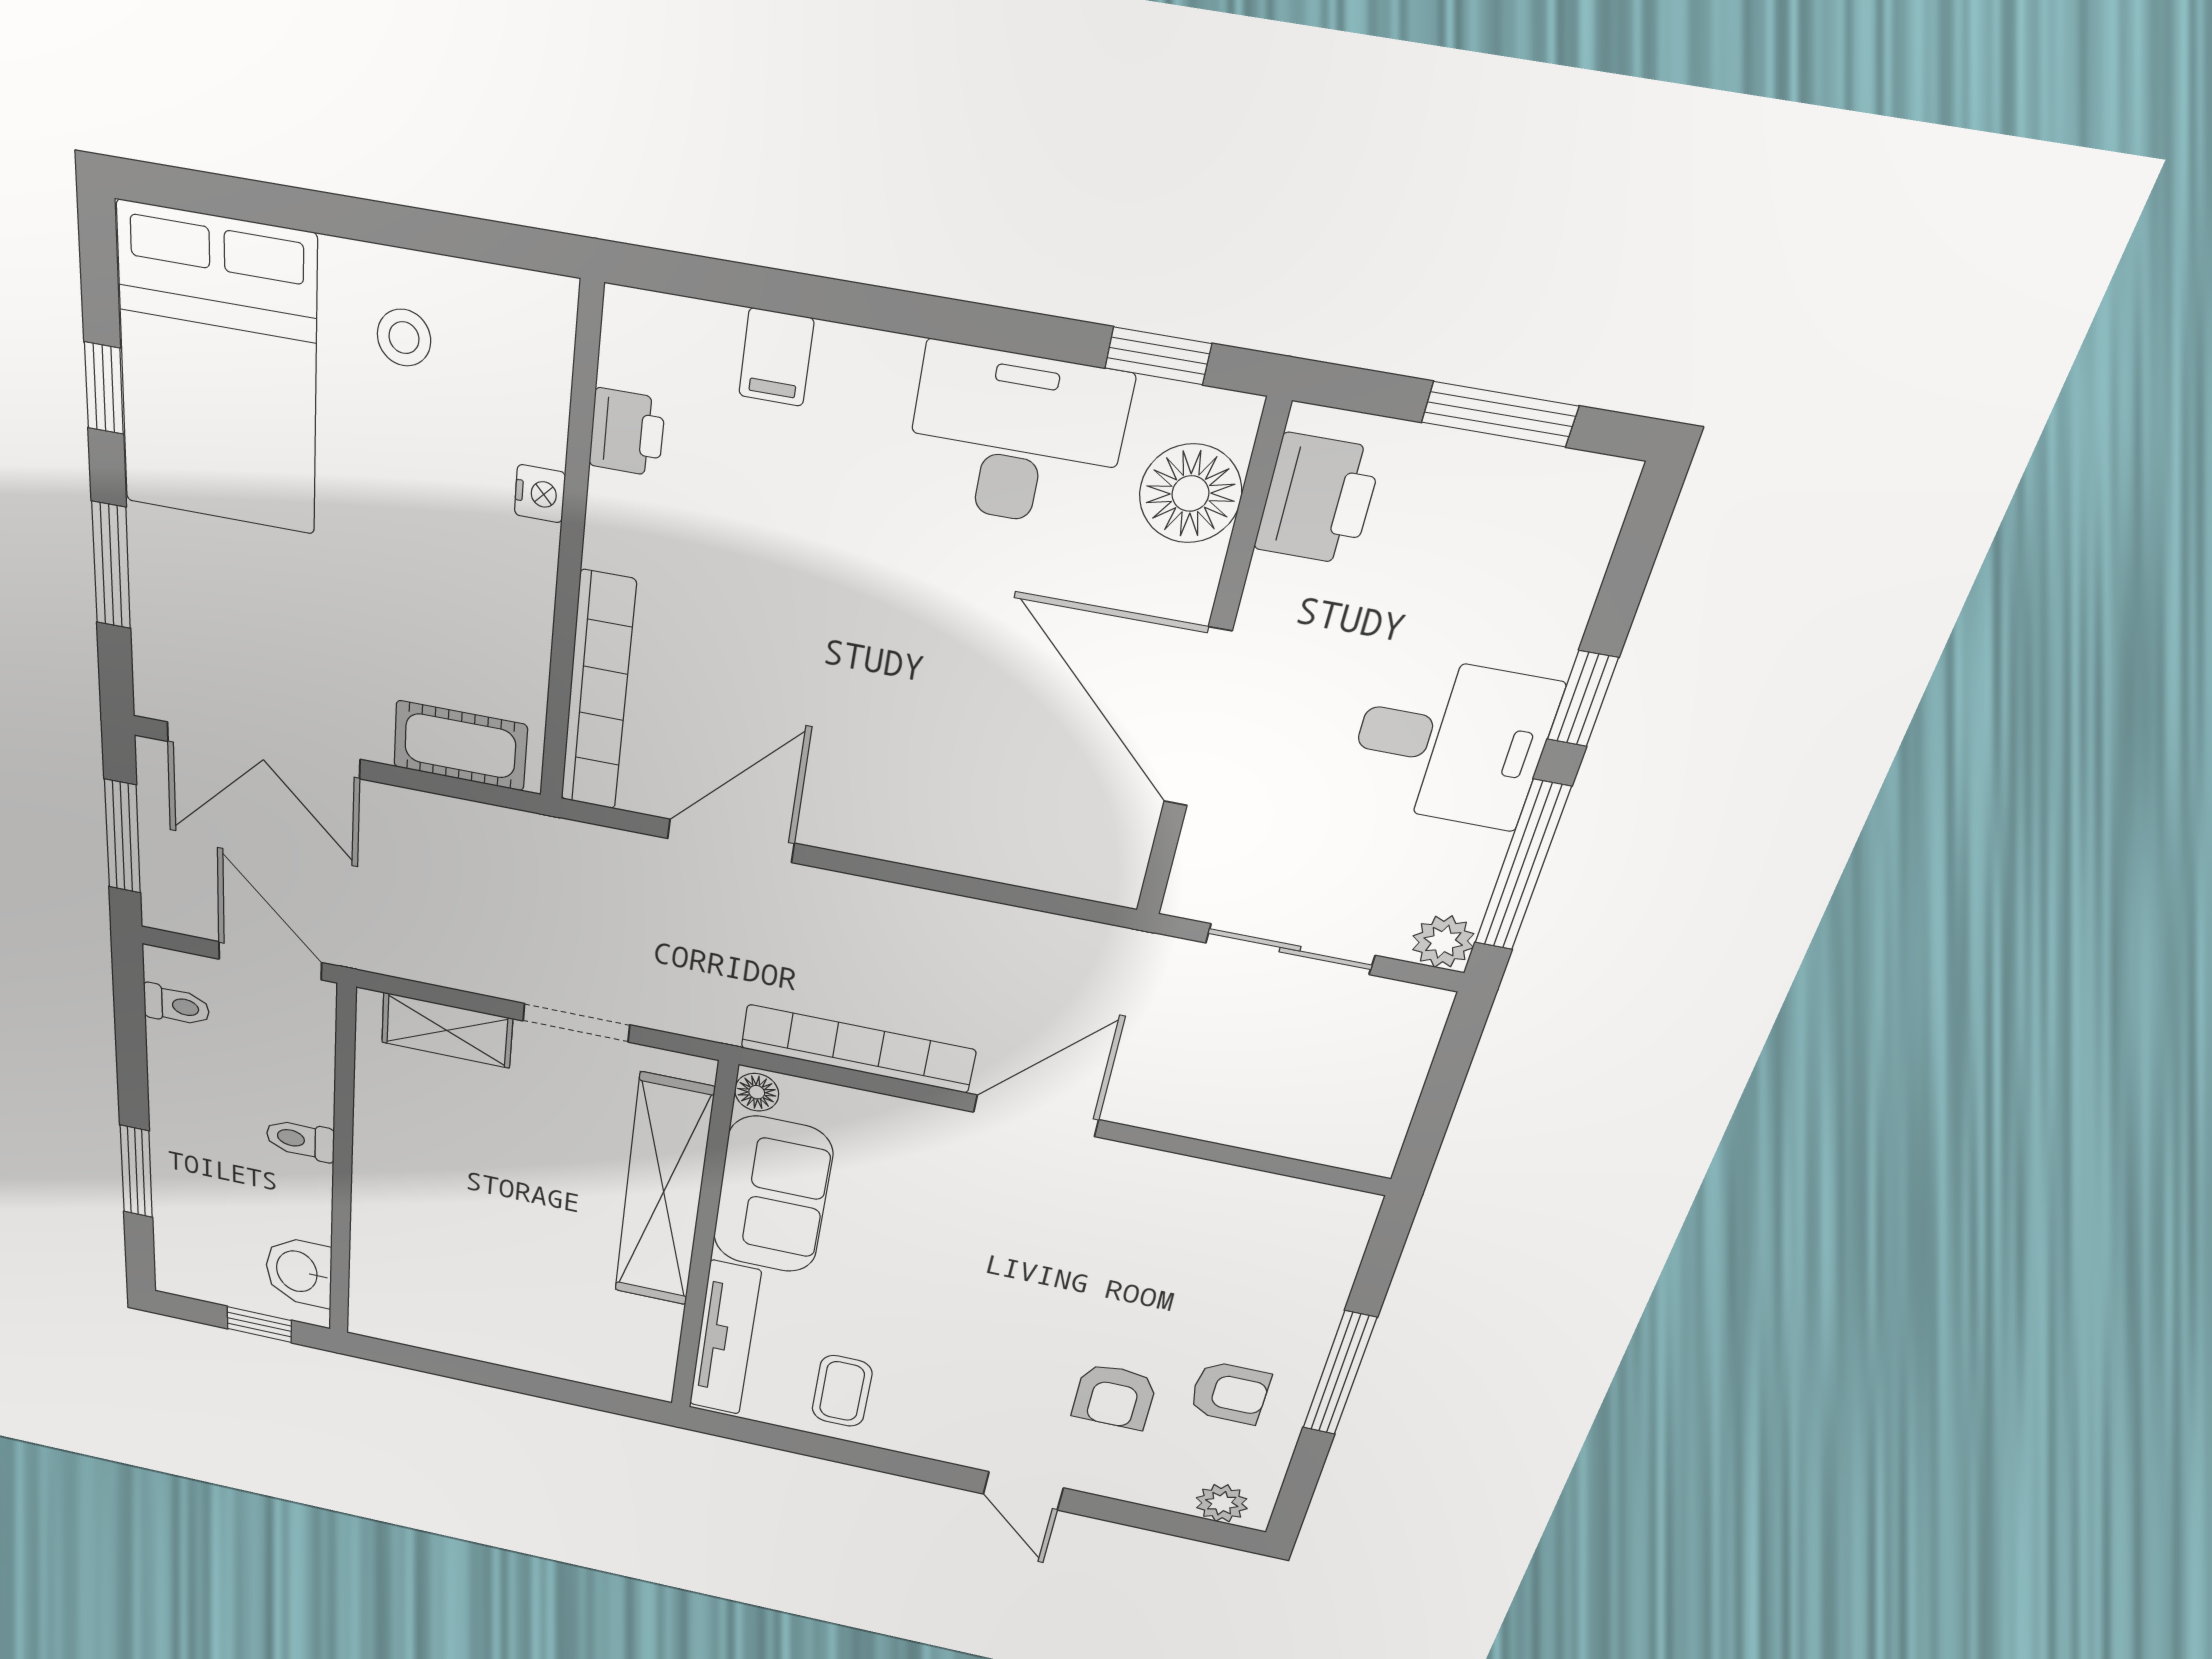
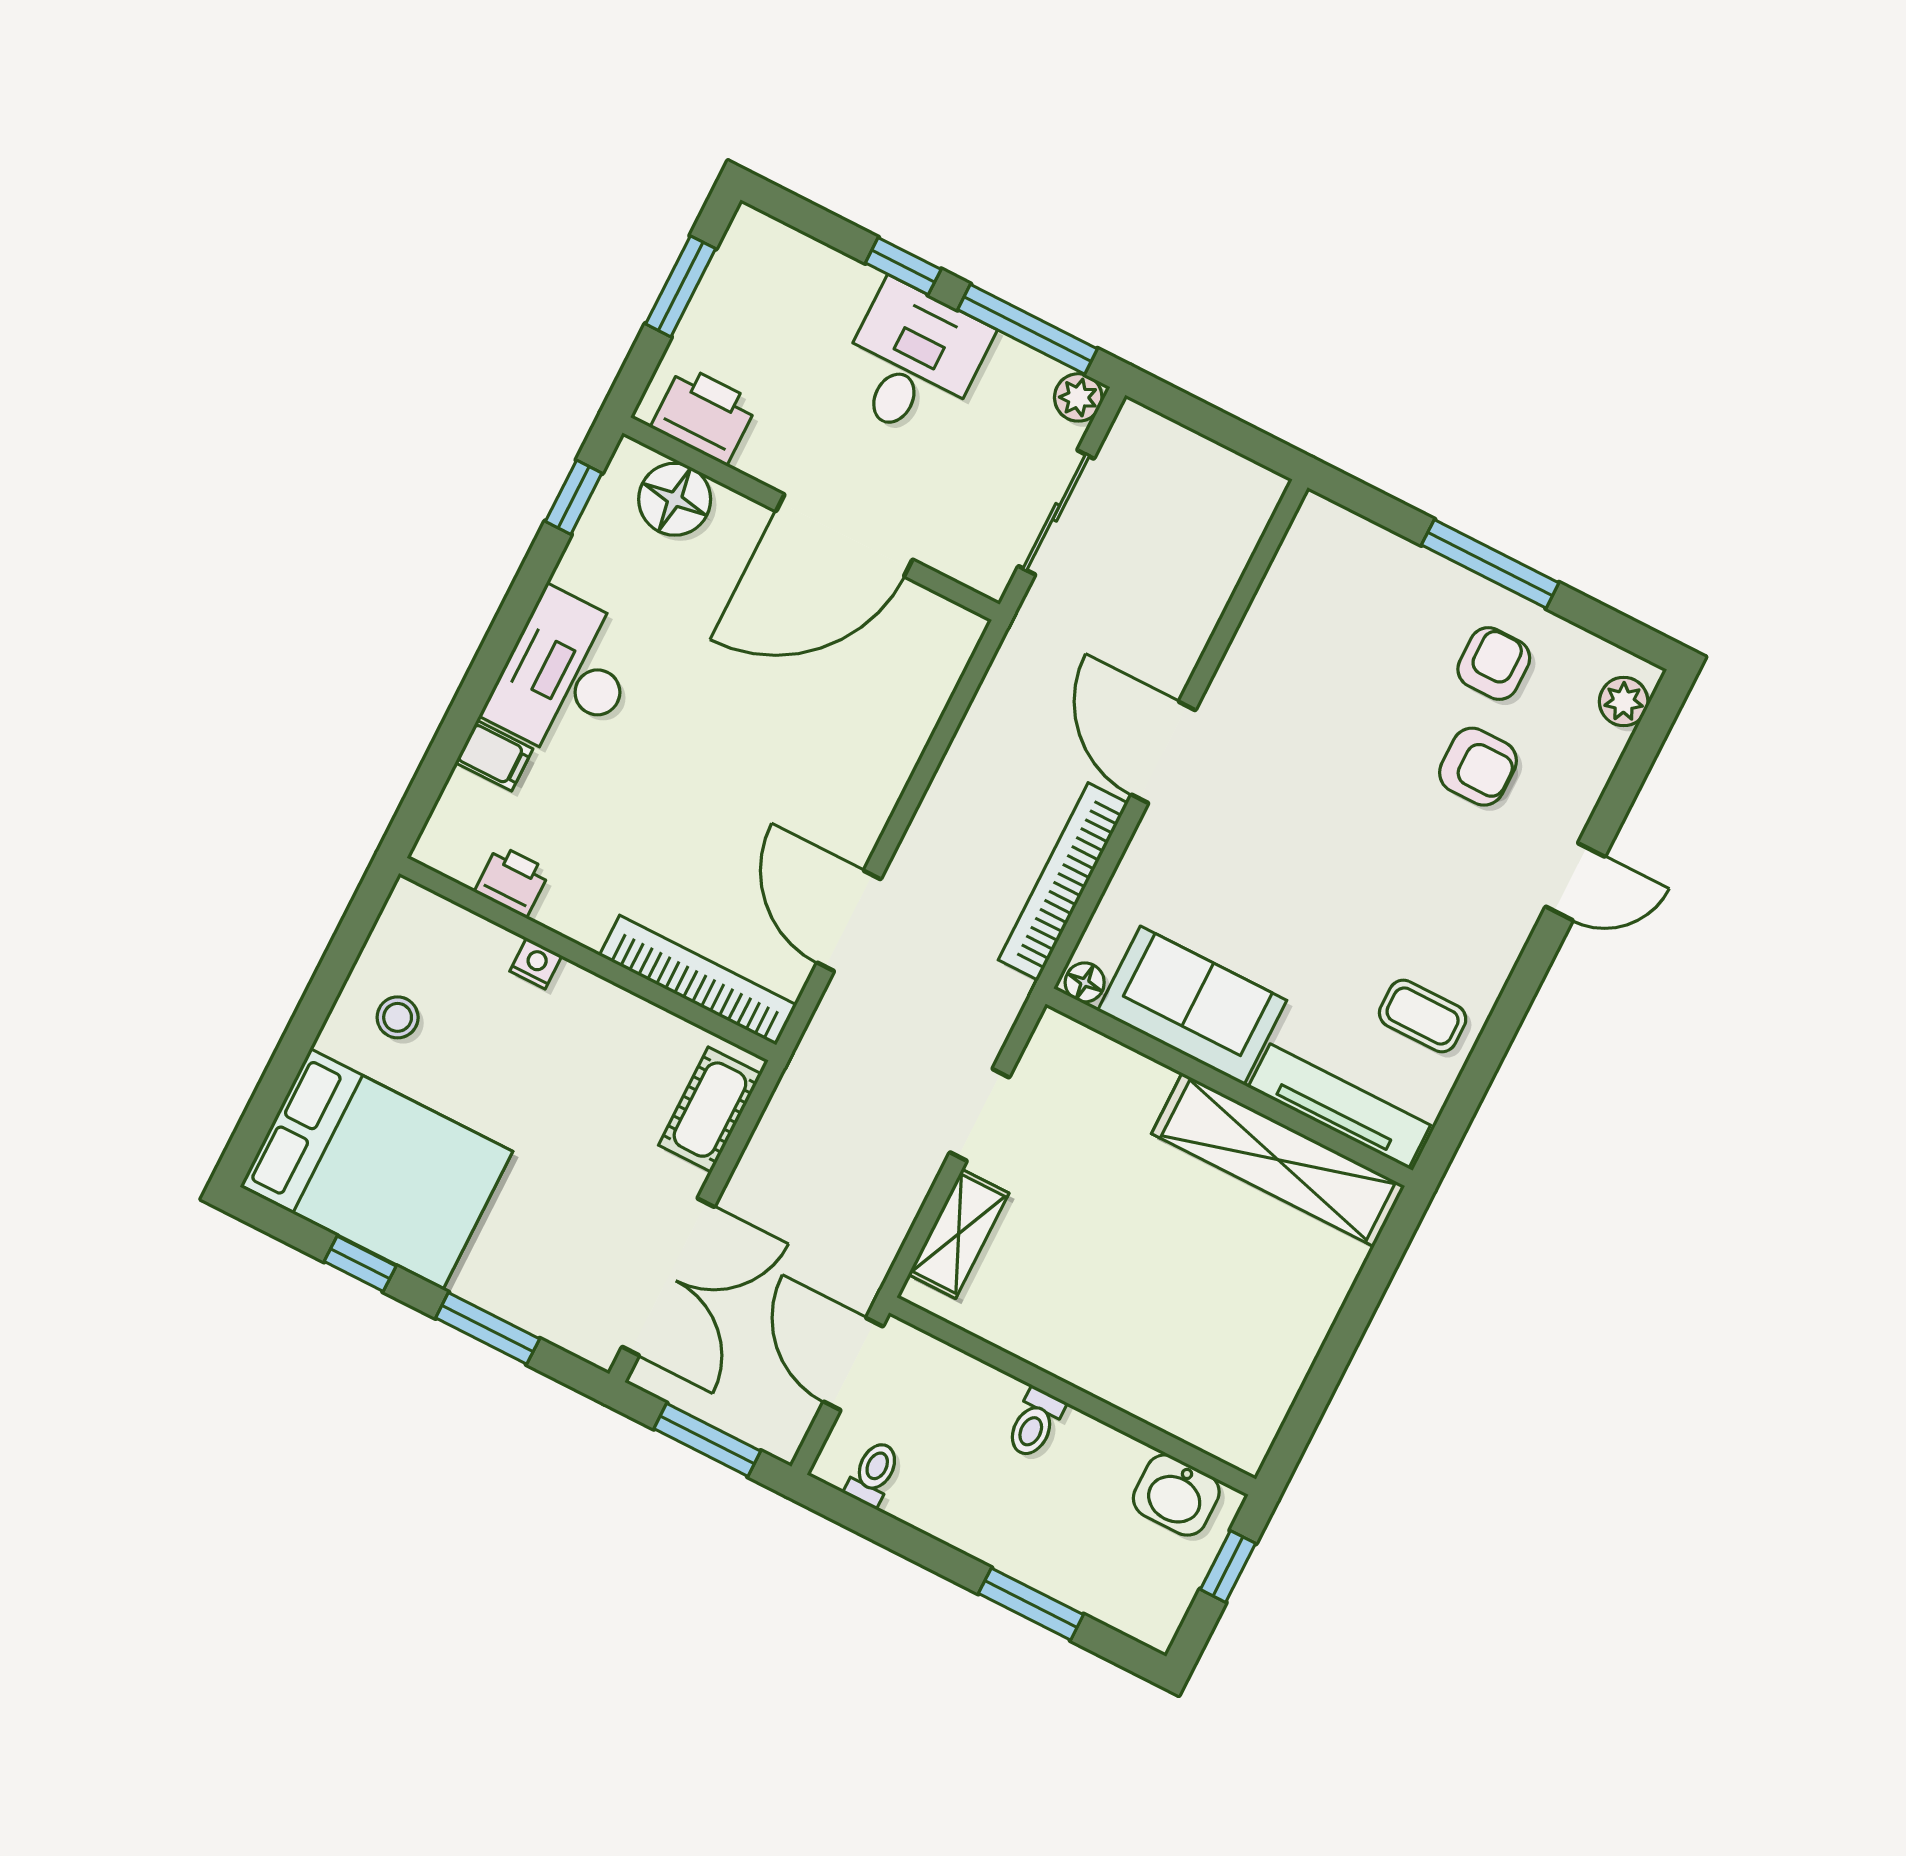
desk: (1016, 438) -> (565, 676), moved
door: (270, 961) -> (853, 1364), hinge flipped
shelving: (664, 1192) -> (1278, 1160), moved

